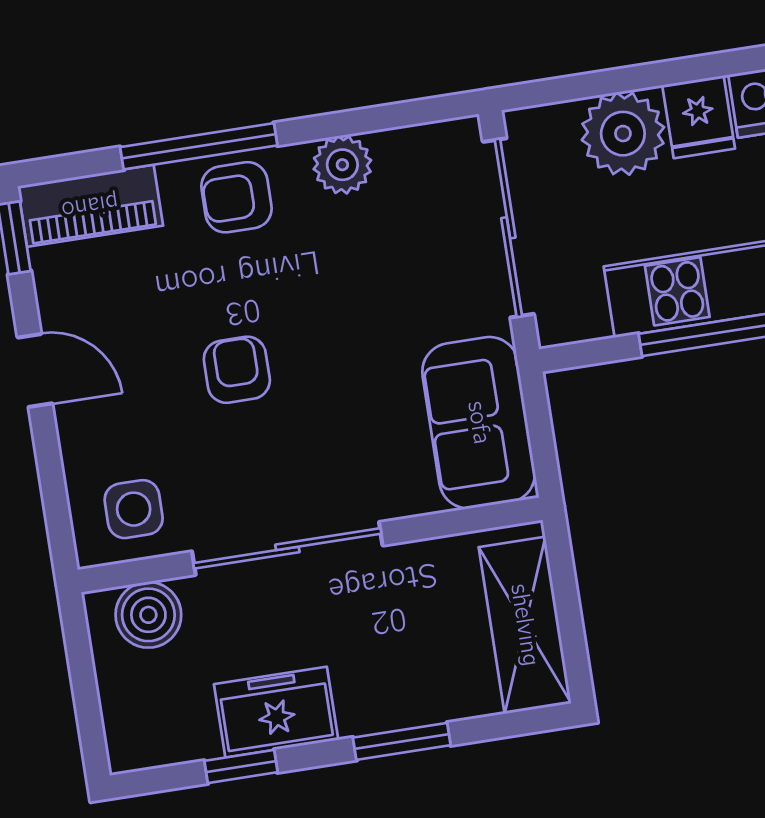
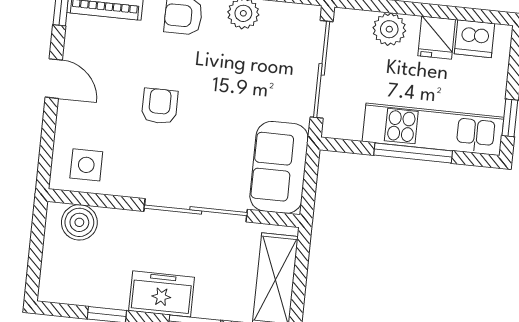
plant: (623, 134) -> (389, 29), width x0.73, depth x0.73
sliding door: (287, 548) -> (196, 210), moved
freezer: (276, 712) -> (162, 294), moved

